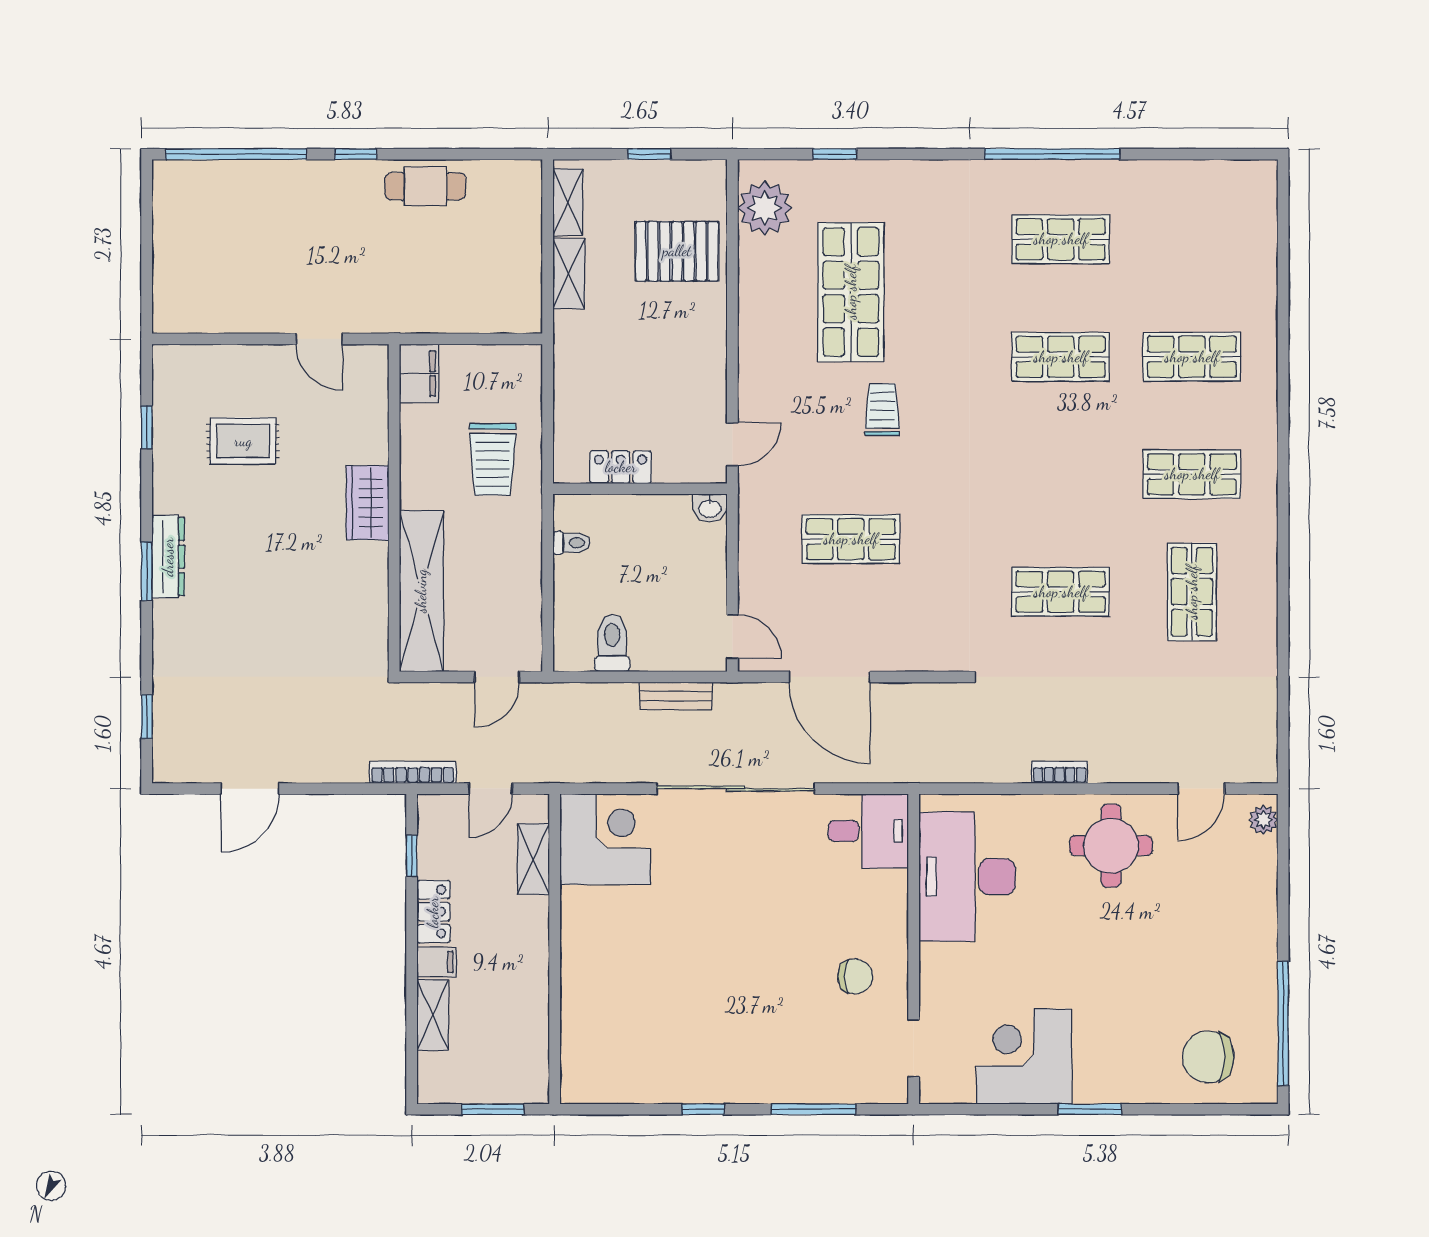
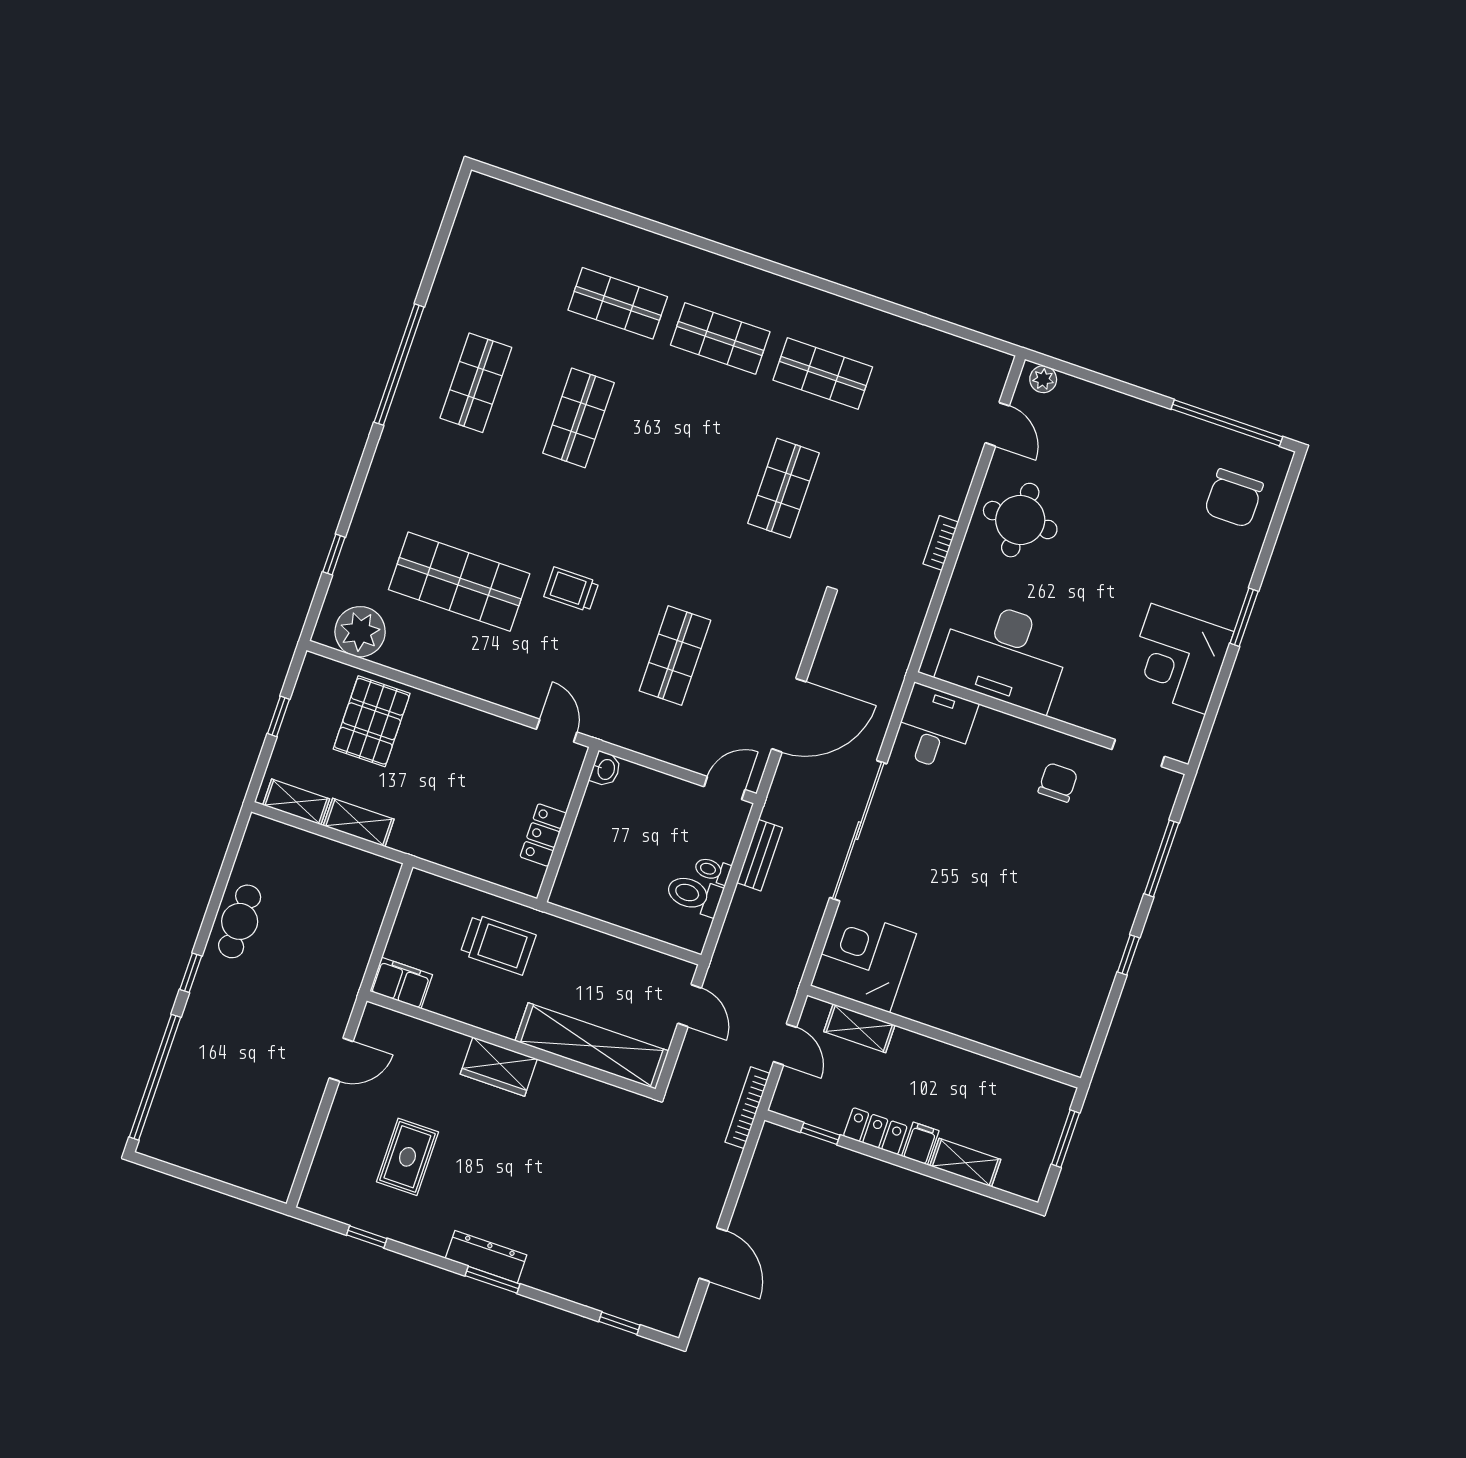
shop shelf: (1192, 357) -> (618, 303), turned 90
shop shelf: (1192, 474) -> (720, 338), turned 90
toilet: (571, 543) -> (713, 870), moved, turned -90

